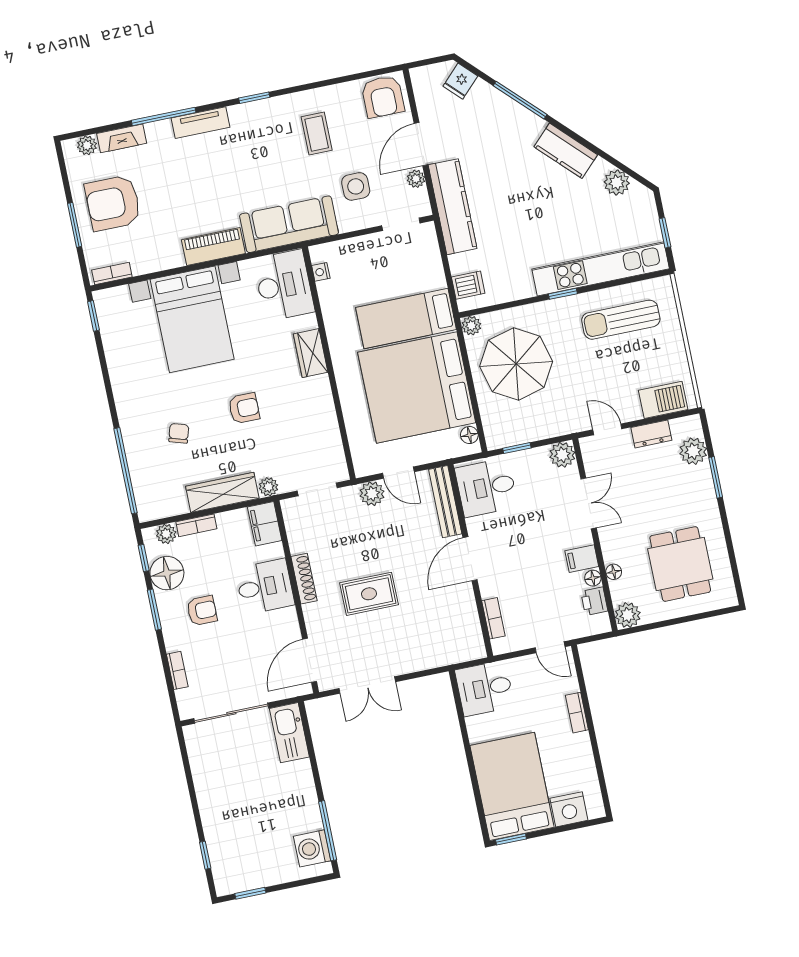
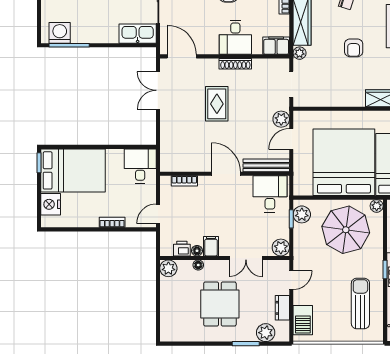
plant: (507, 434) -> (302, 214), added
floor lamp: (469, 435) -> (306, 190), removed
dining table: (680, 564) -> (220, 304), moved, turned 90

